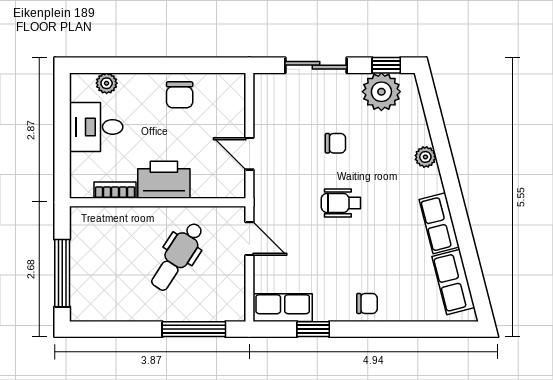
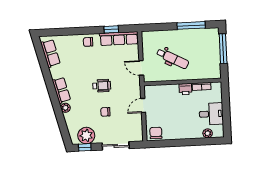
chair: (180, 95) -> (156, 133), moved
door: (249, 154) -> (143, 105), swing flipped
printer: (164, 180) -> (185, 89), width x0.53, depth x0.68
row of seats: (439, 223) -> (61, 90), moved
dental chair: (177, 256) -> (173, 59), turned 85
row of seats: (283, 308) -> (119, 39), width x1.48
window: (194, 329) -> (191, 25), moved

